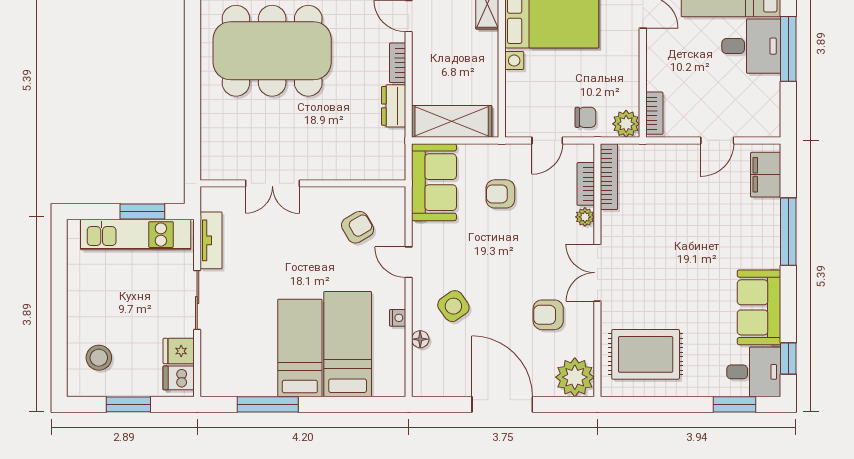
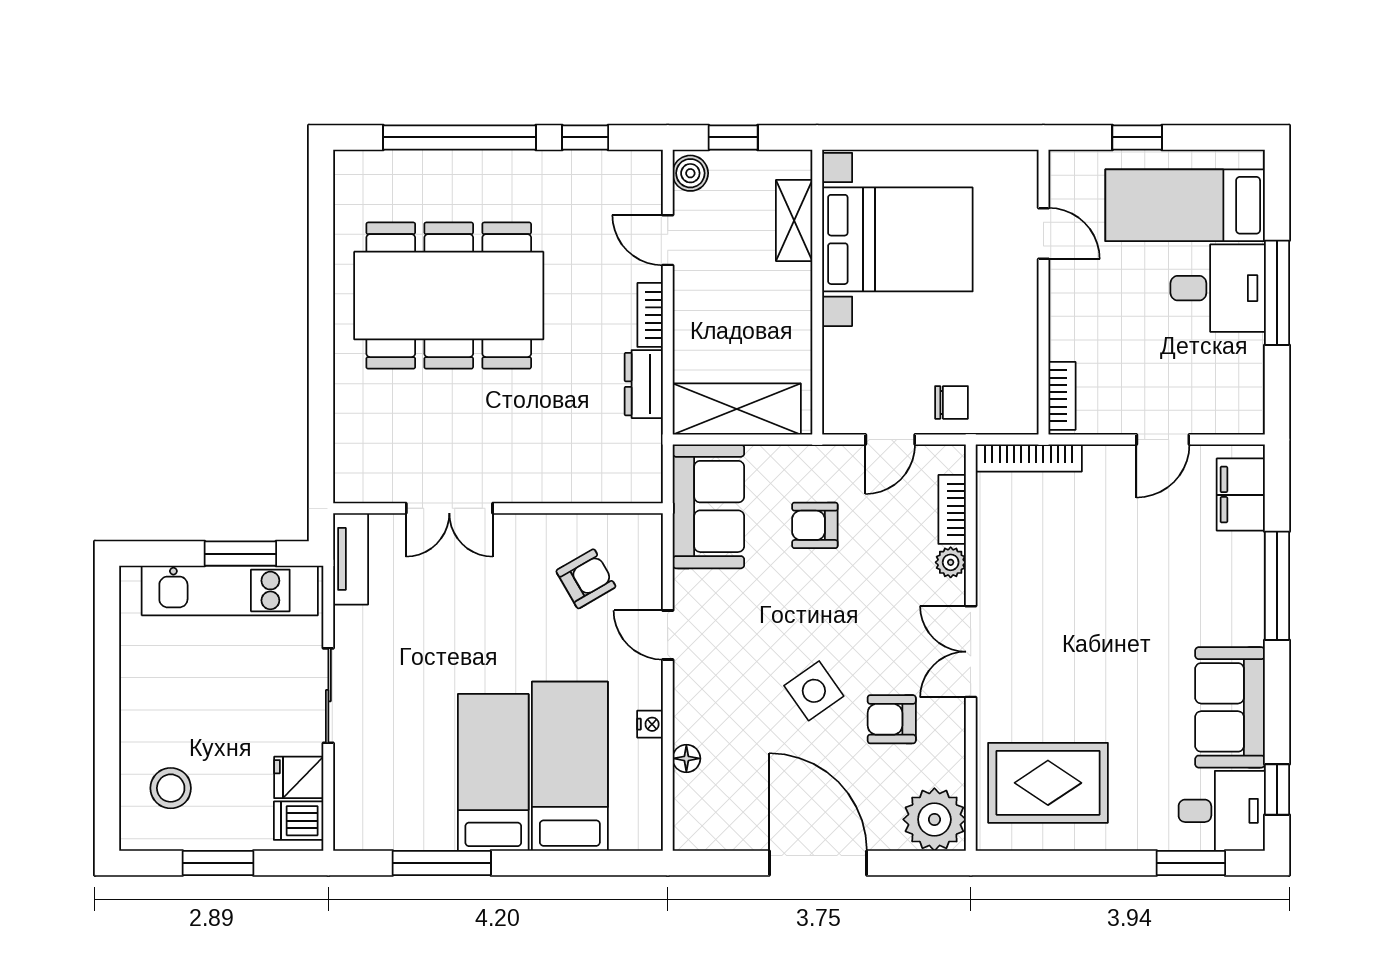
plant: (626, 124) -> (1017, 413), removed
bookcase: (609, 177) -> (1029, 458), moved, turned 90
tv unit: (211, 240) -> (351, 559), moved
side table: (453, 306) -> (814, 691), moved

